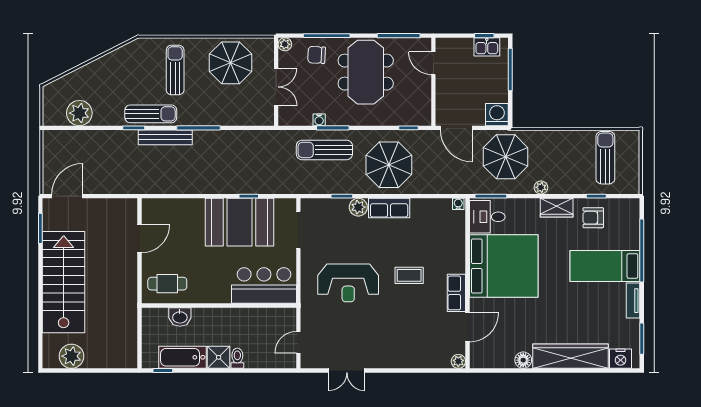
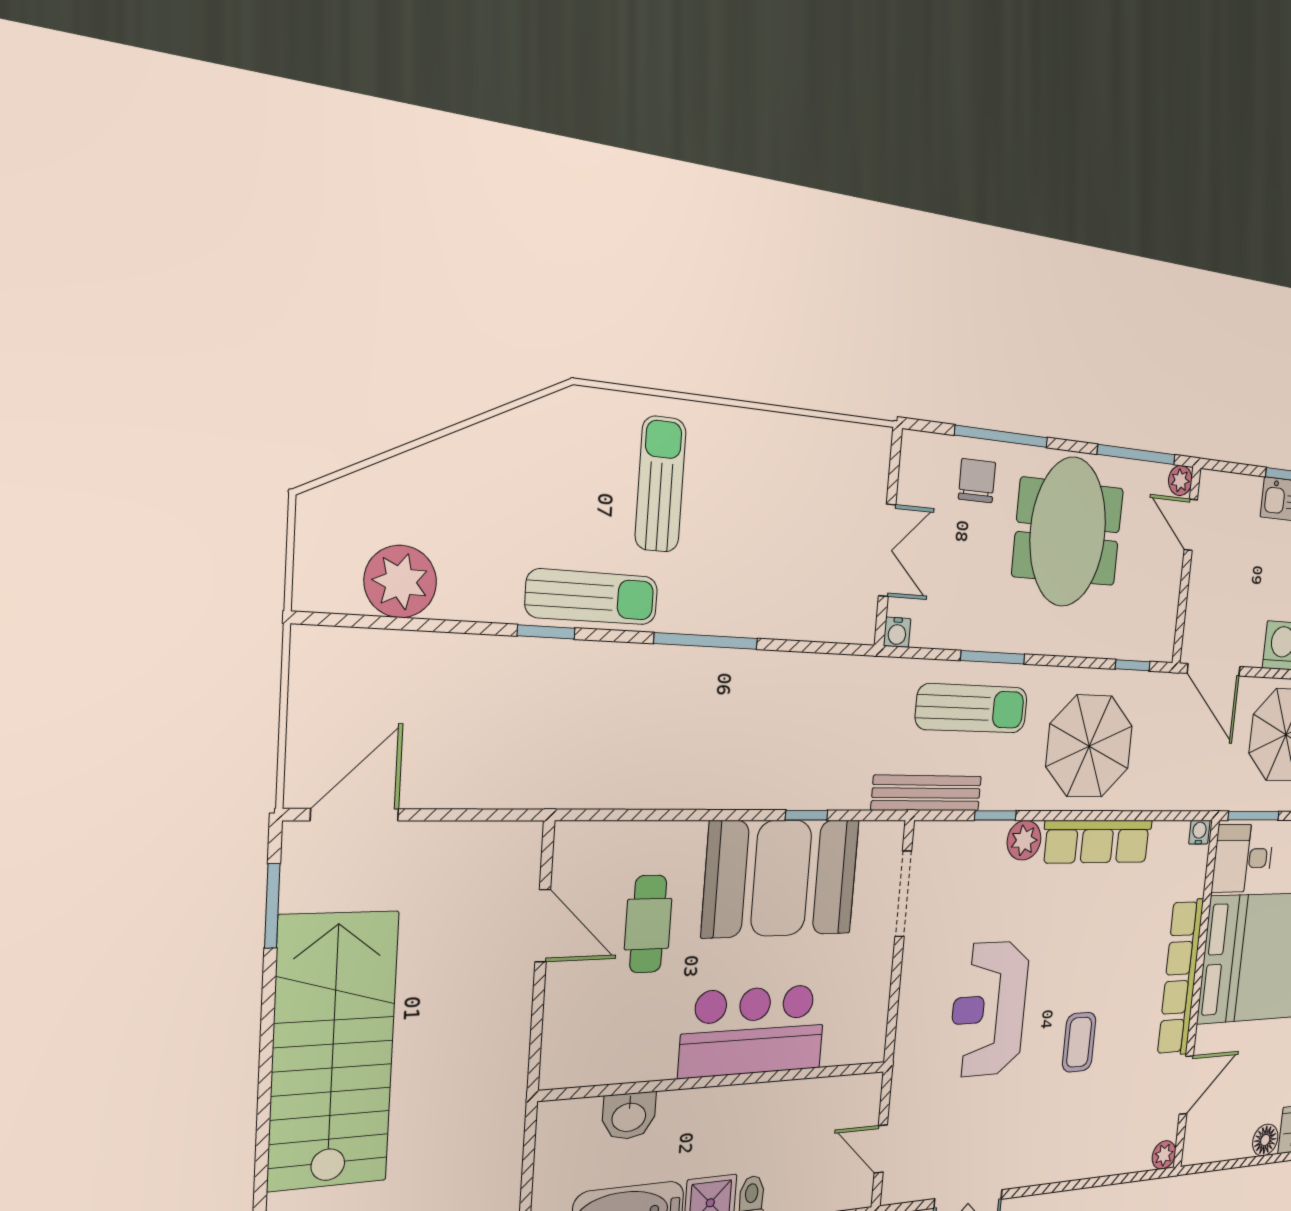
plant: (285, 44) -> (1180, 480), moved
chair: (317, 55) -> (977, 481), turned 87
parasol: (230, 63) -> (792, 480), removed
water cooler: (319, 120) -> (897, 632), moved
bench: (165, 137) -> (927, 793), moved
sun lounger: (324, 150) -> (972, 708), turned 180
row of seats: (389, 208) -> (1097, 841), width x1.48
door: (139, 239) -> (543, 926), hinge flipped
coffee table: (409, 275) -> (1079, 1042), moved, turned 90
reception desk: (348, 283) -> (989, 1009), turned 90
cafe table: (167, 284) -> (648, 924), moved, turned 90
bar counter: (264, 285) -> (753, 1031), moved
row of seats: (456, 293) -> (1180, 978), width x2.02
door: (298, 342) -> (881, 1149), hinge flipped

